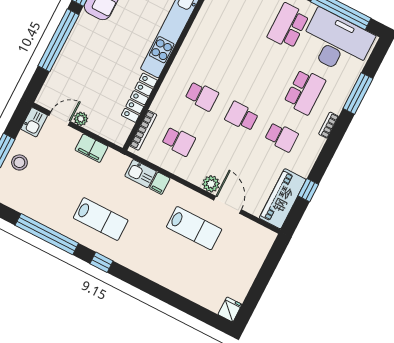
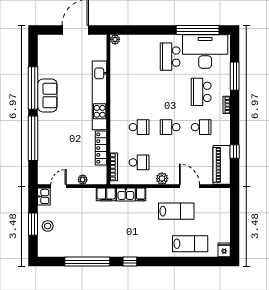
school desk: (305, 92) -> (201, 92), turned 180
plant: (81, 119) -> (83, 180), moved
filing cabinet: (92, 148) -> (106, 194), moved
plant: (211, 184) -> (162, 178), moved
lab bench: (101, 219) -> (190, 244), moved

